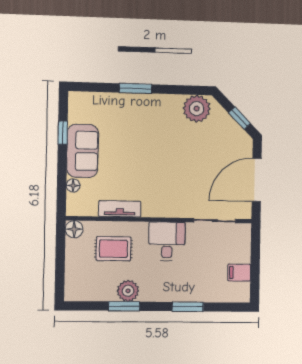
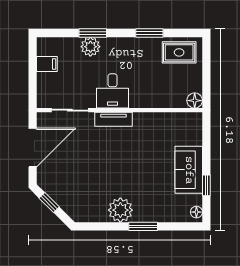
plant: (197, 109) -> (120, 210), moved
floor lamp: (73, 185) -> (196, 212), moved
tv unit: (120, 209) -> (113, 119), moved
rug: (113, 249) -> (179, 52), moved
plant: (128, 291) -> (90, 47), moved

